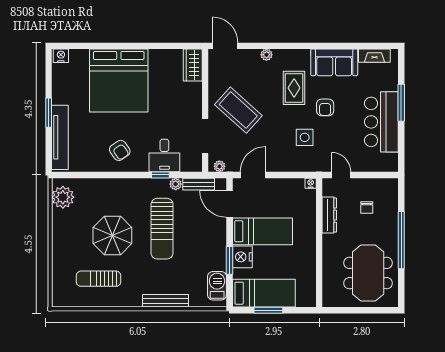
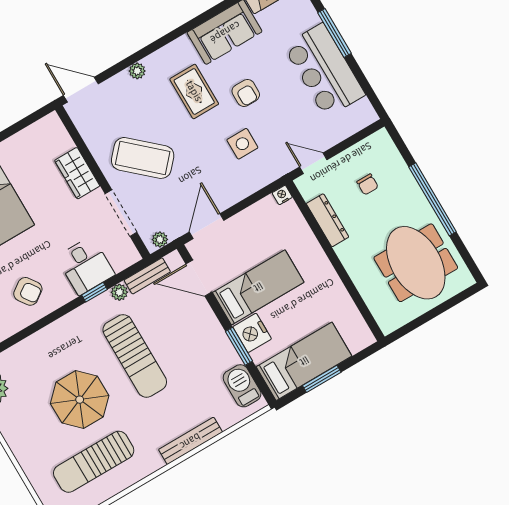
wardrobe: (193, 65) -> (77, 173), moved
sun lounger: (99, 279) -> (94, 462), width x1.36, depth x1.34

